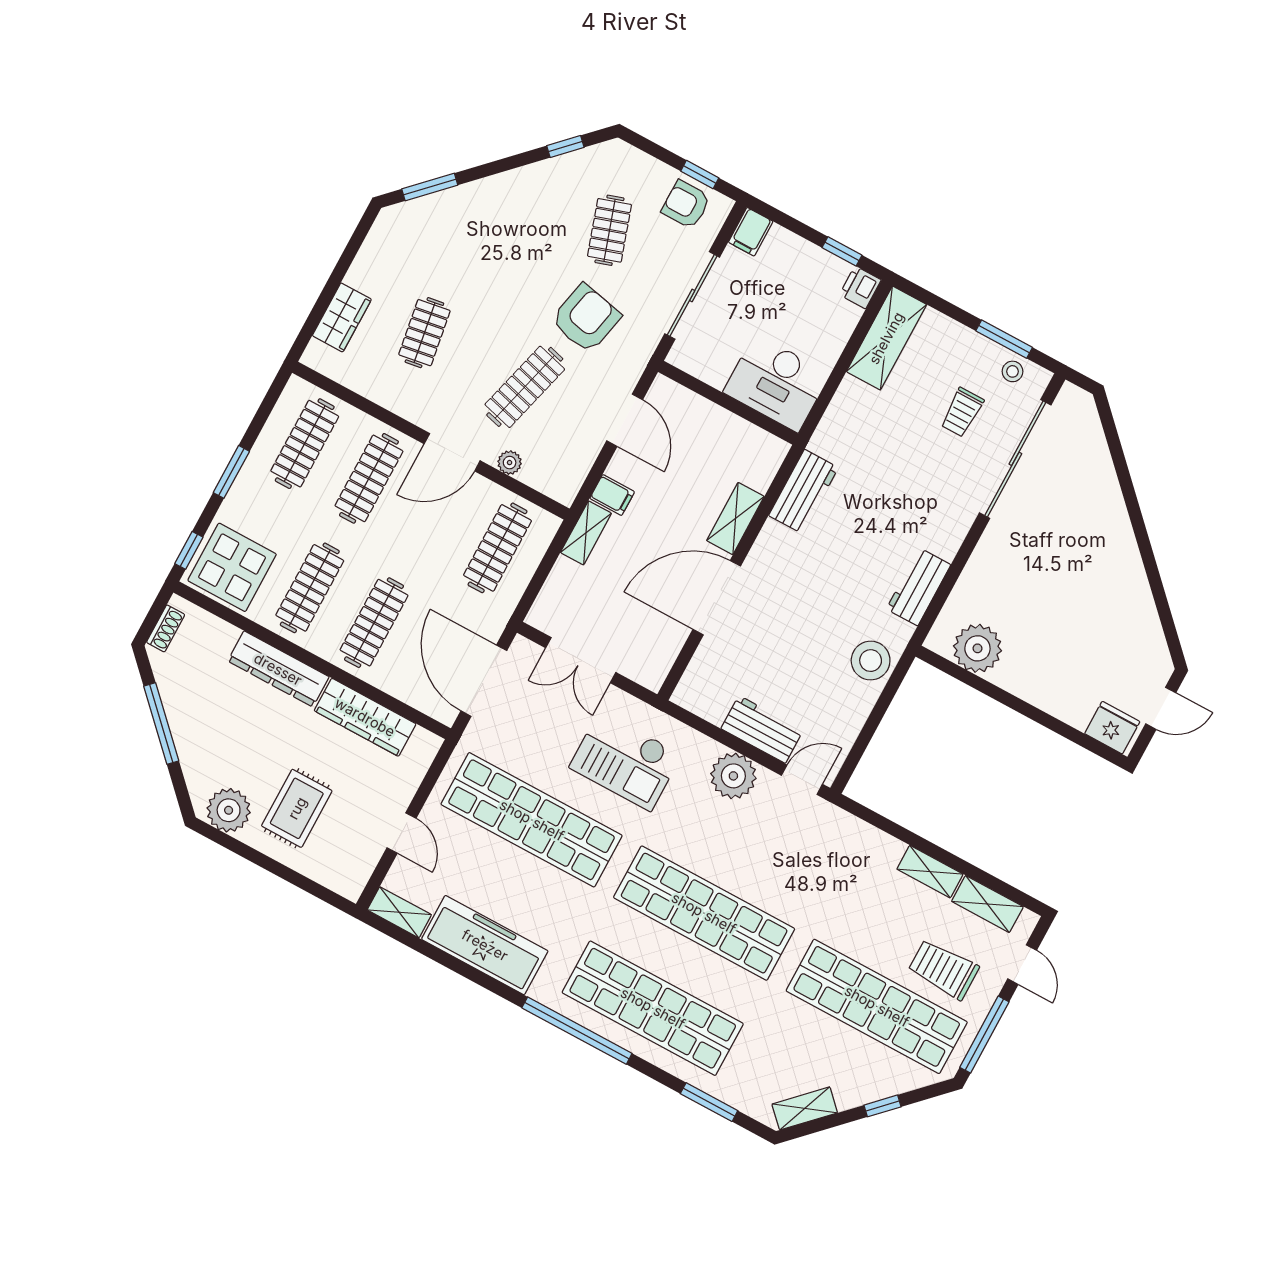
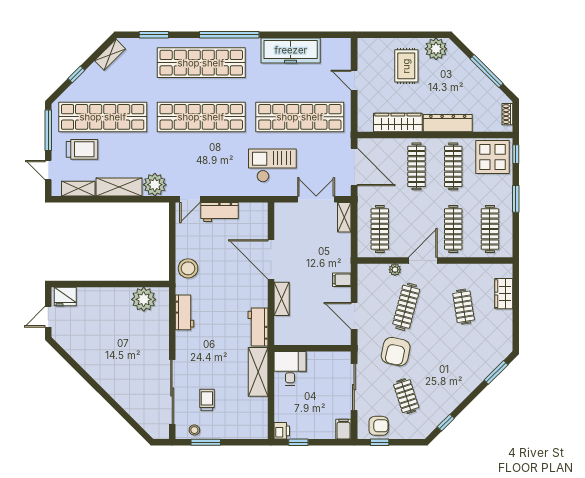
shelving: (886, 338) -> (258, 372), moved
desk: (776, 383) -> (290, 369), width x0.73
shelving: (586, 533) -> (344, 217), moved
door: (717, 598) -> (271, 259), swing flipped
plant: (733, 776) -> (155, 185), moved
shelving: (930, 872) -> (119, 187), width x1.50, depth x1.33
shelving: (399, 912) -> (336, 44), removed

